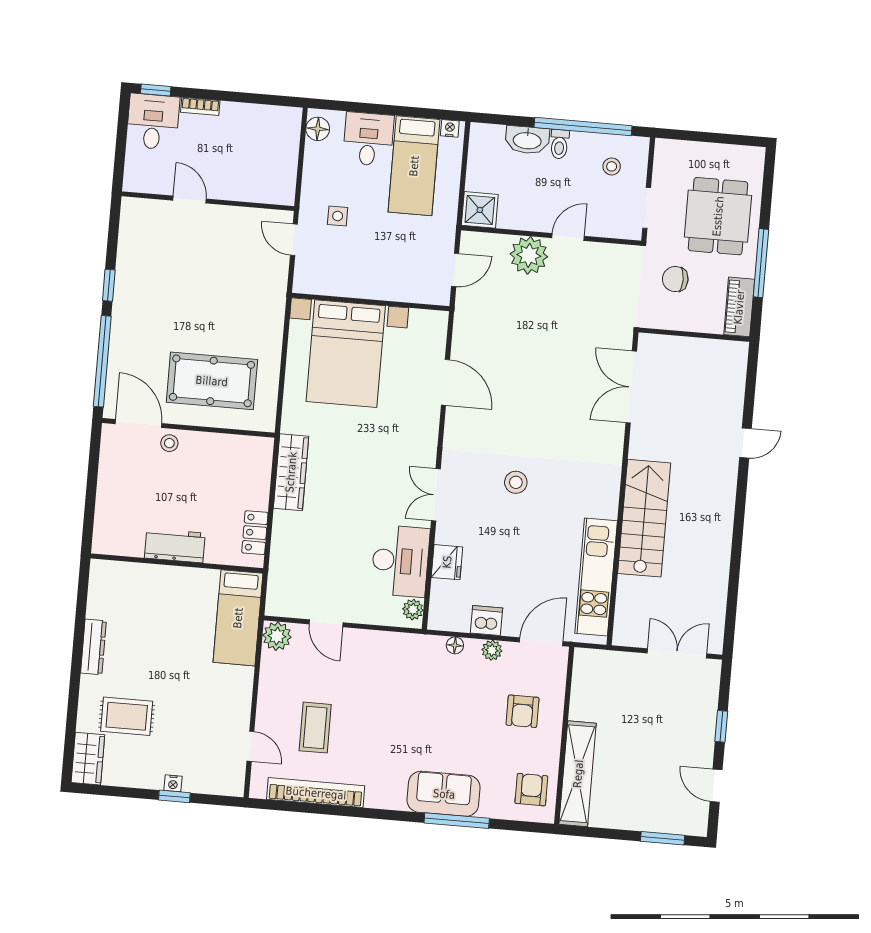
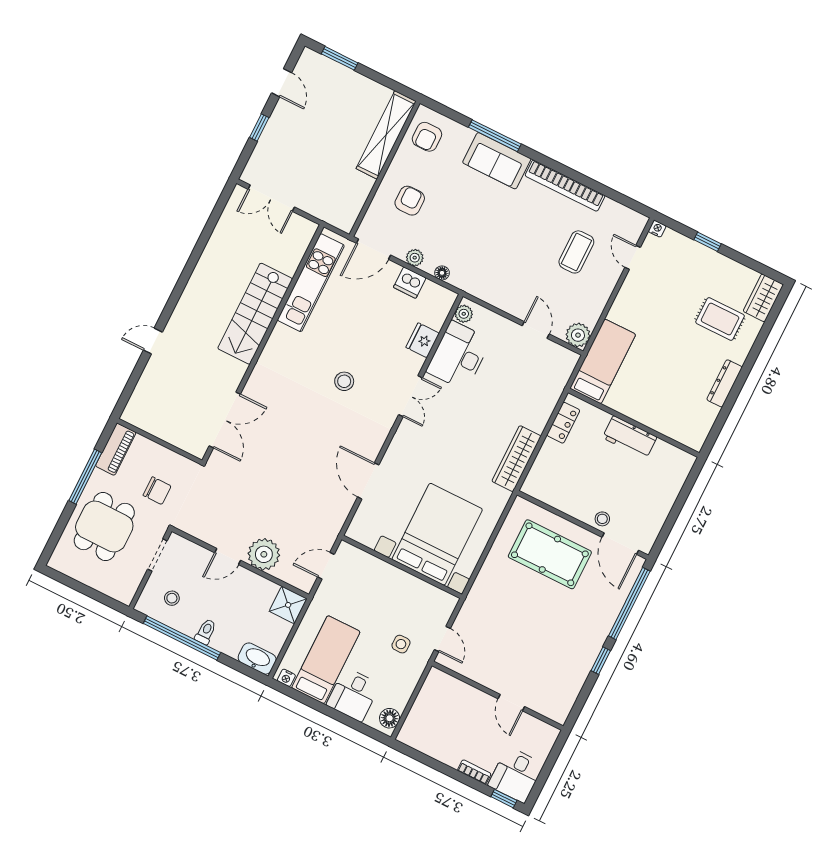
washbasin: (527, 140) -> (257, 659), moved
nightstand: (173, 783) -> (657, 229), moved
bookcase: (316, 793) -> (565, 186), moved

